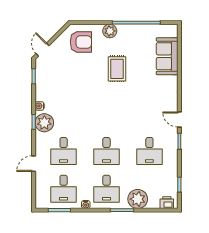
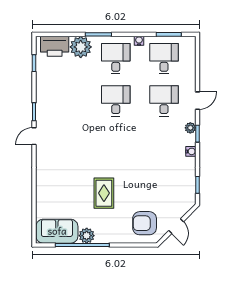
plant: (110, 31) -> (87, 236), moved
door: (42, 50) -> (176, 226), moved
sofa: (167, 56) -> (57, 231), moved, turned -90
door: (179, 120) -> (34, 136), swing flipped
plant: (44, 123) -> (190, 128), width x0.53, depth x0.53
desk: (149, 151) -> (68, 101), removed
door: (34, 164) -> (197, 101), moved
printer: (167, 203) -> (55, 46), width x1.87, depth x1.48

